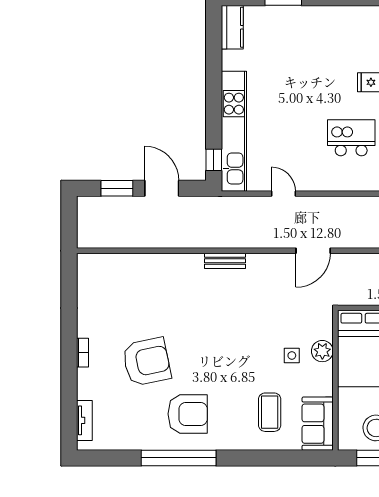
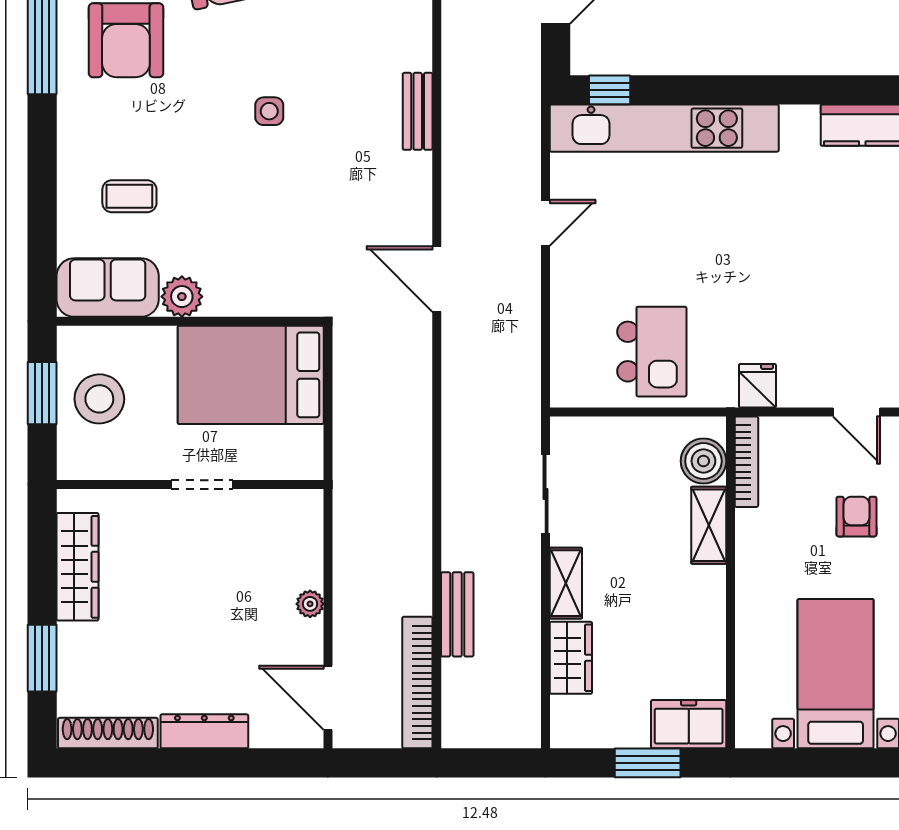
plant: (322, 351) -> (182, 297), moved
side table: (292, 355) -> (269, 111), moved
coffee table: (270, 412) -> (129, 196), width x0.73, depth x0.77

